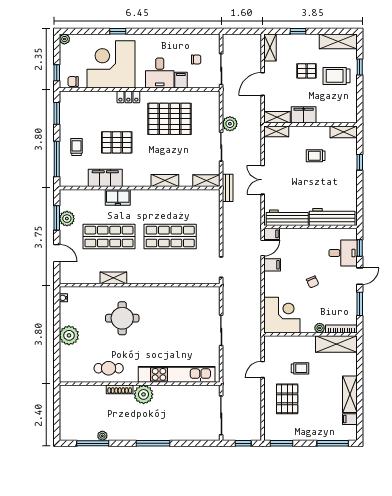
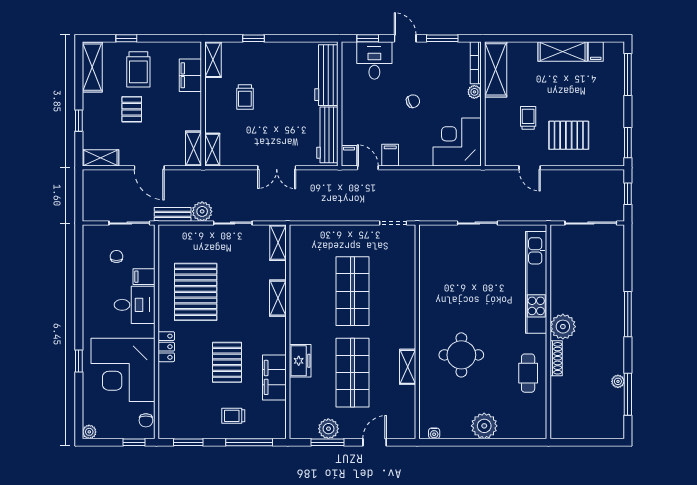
filing cabinet: (304, 115) -> (190, 75), moved
bench: (228, 188) -> (173, 214), moved

